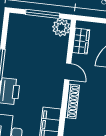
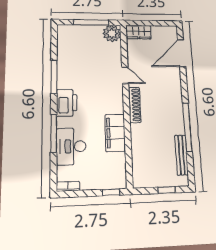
wardrobe: (81, 41) -> (138, 32), moved, turned 90

